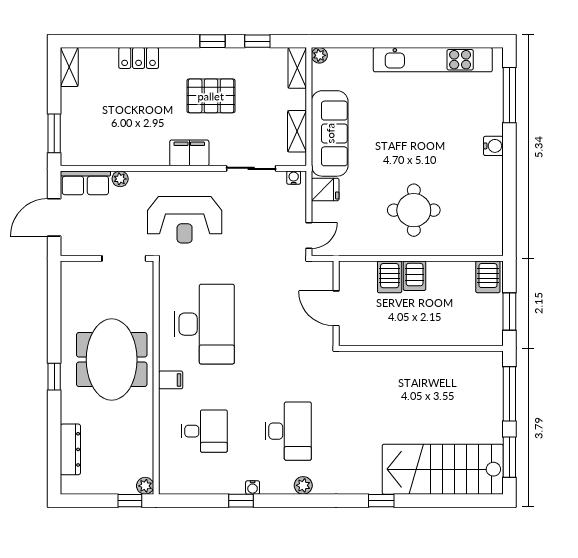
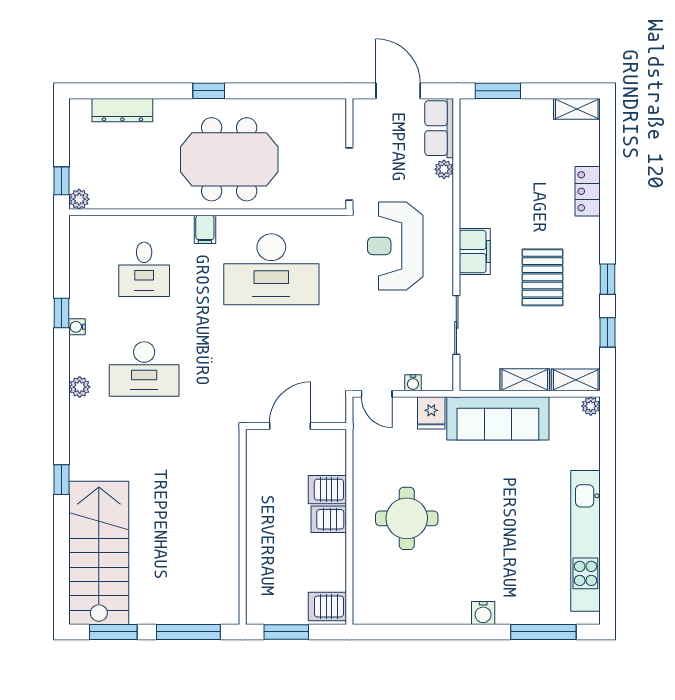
shelving: (297, 131) -> (525, 380), moved
water cooler: (294, 178) -> (413, 383), moved, turned 90

